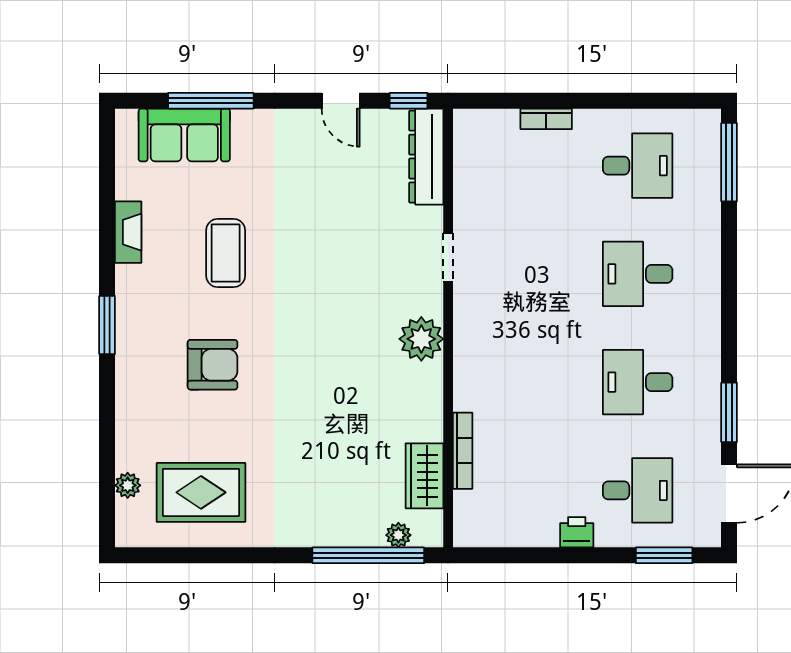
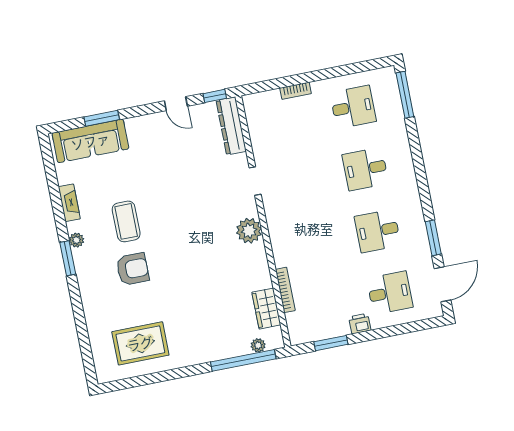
window: (211, 101) -> (102, 118), width x0.69
sofa: (184, 135) -> (90, 141), width x1.36
coffee table: (226, 253) -> (126, 221), moved
plant: (128, 485) -> (76, 240), moved
window: (664, 555) -> (331, 343), moved

